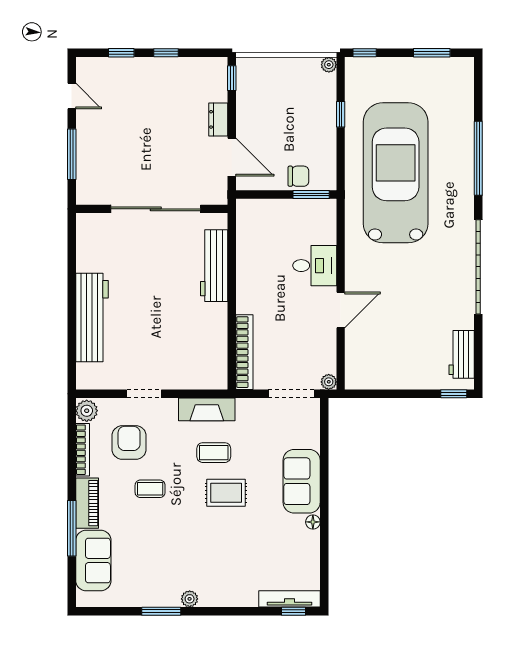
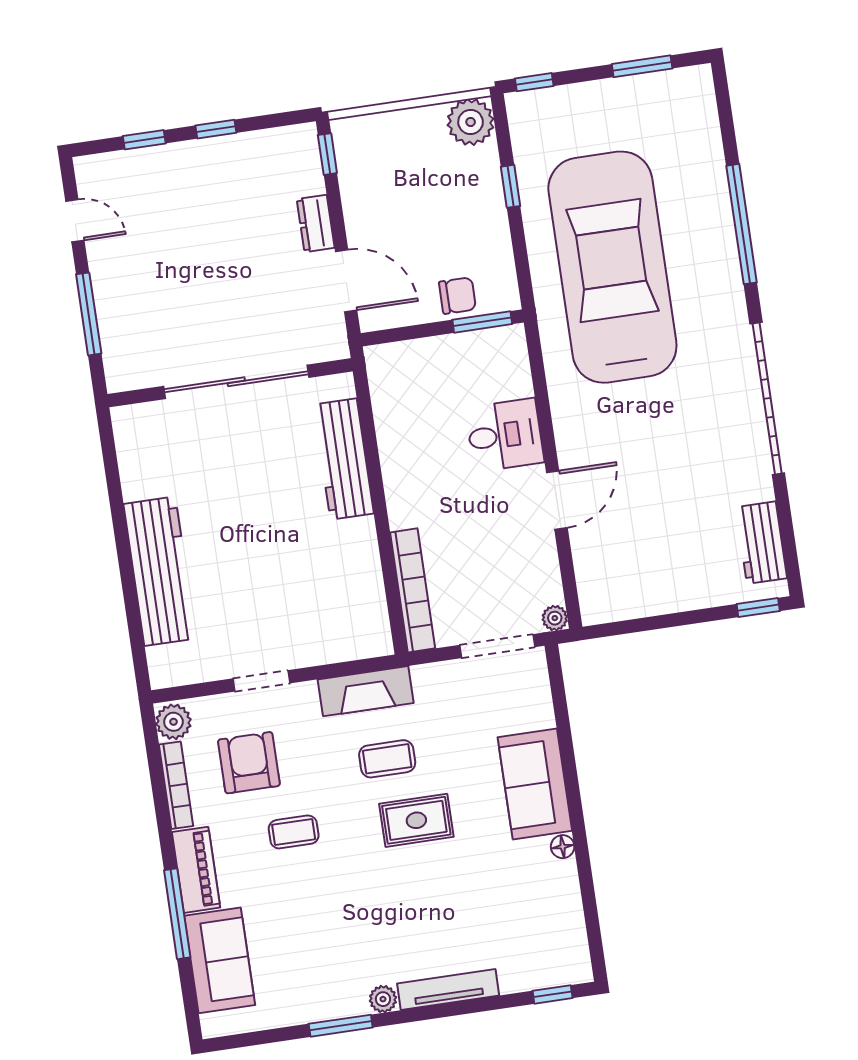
plant: (329, 65) -> (471, 122), width x1.88, depth x1.88
tv unit: (289, 599) -> (448, 990), moved

